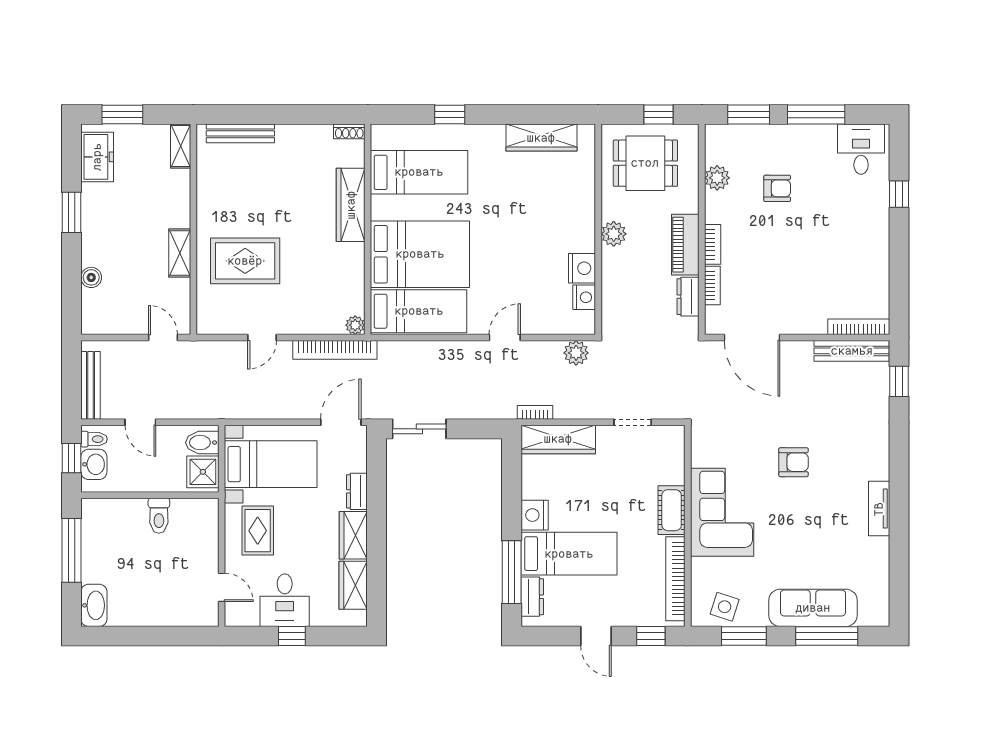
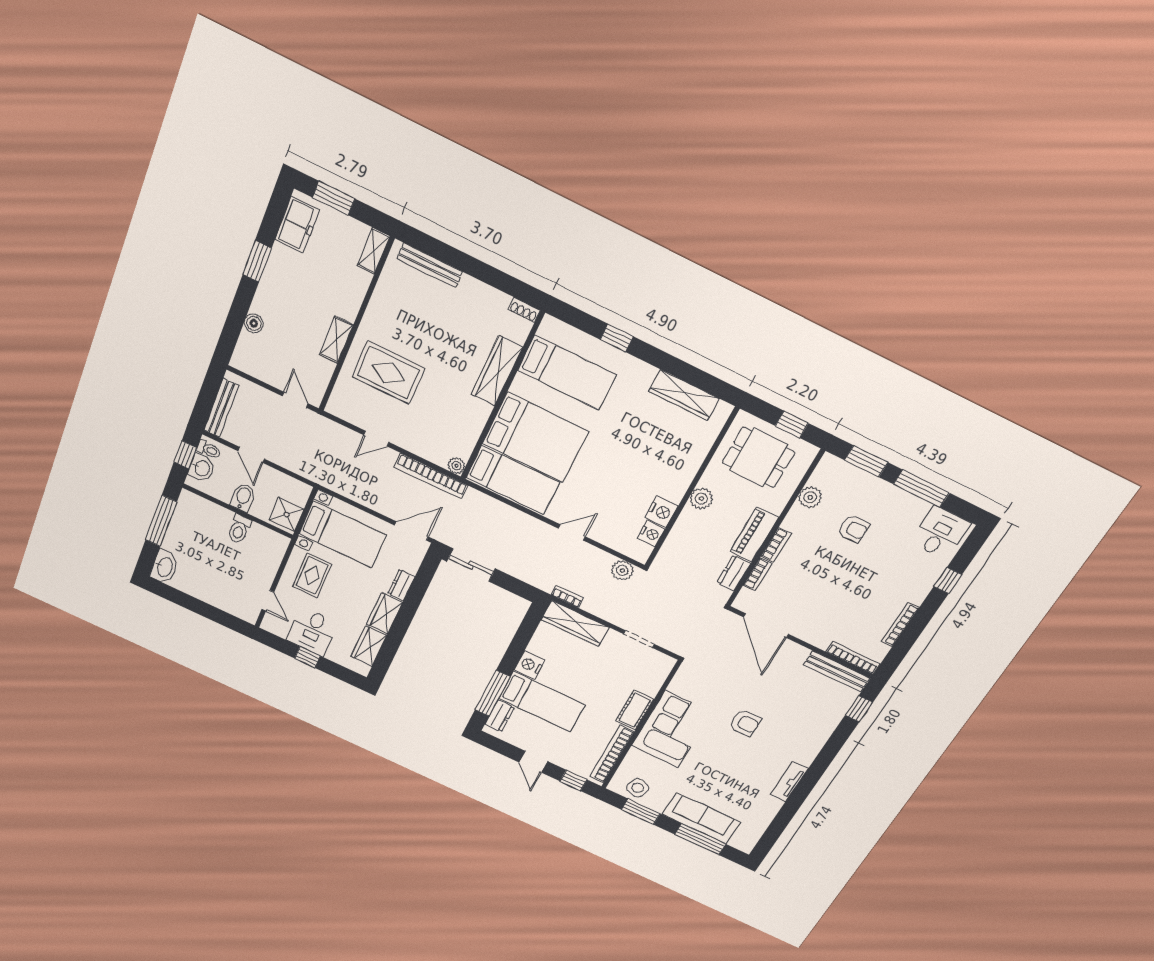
bookcase: (882, 265) -> (900, 625), added
bidet: (202, 443) -> (243, 497), moved, turned 90

